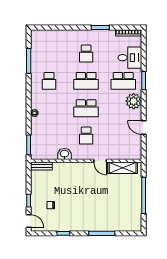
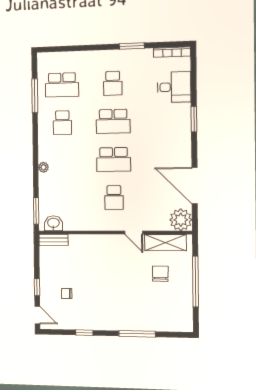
school desk: (123, 81) -> (62, 85), moved
plant: (134, 101) -> (181, 220), moved
door: (144, 128) -> (195, 186), width x1.88
washbasin: (64, 154) -> (53, 223), moved
chair: (119, 190) -> (160, 274), added

